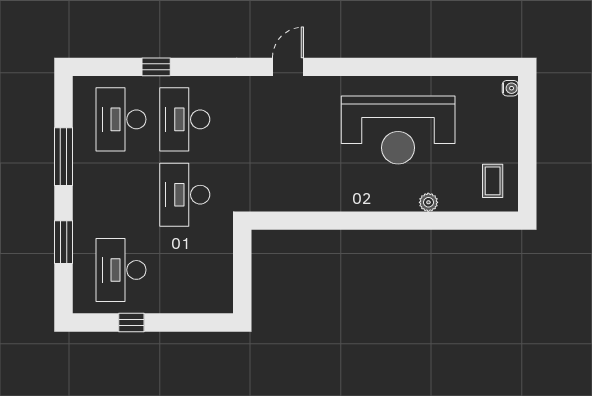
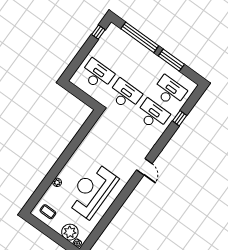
plant: (500, 116) -> (70, 232), added
window: (64, 242) -> (140, 37), width x2.11
desk: (121, 270) -> (97, 75), moved
window: (131, 322) -> (98, 32), moved

